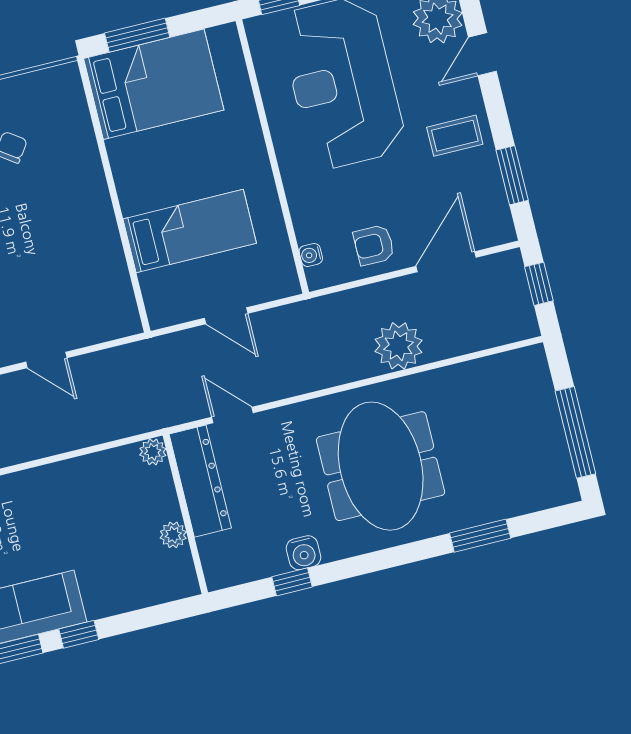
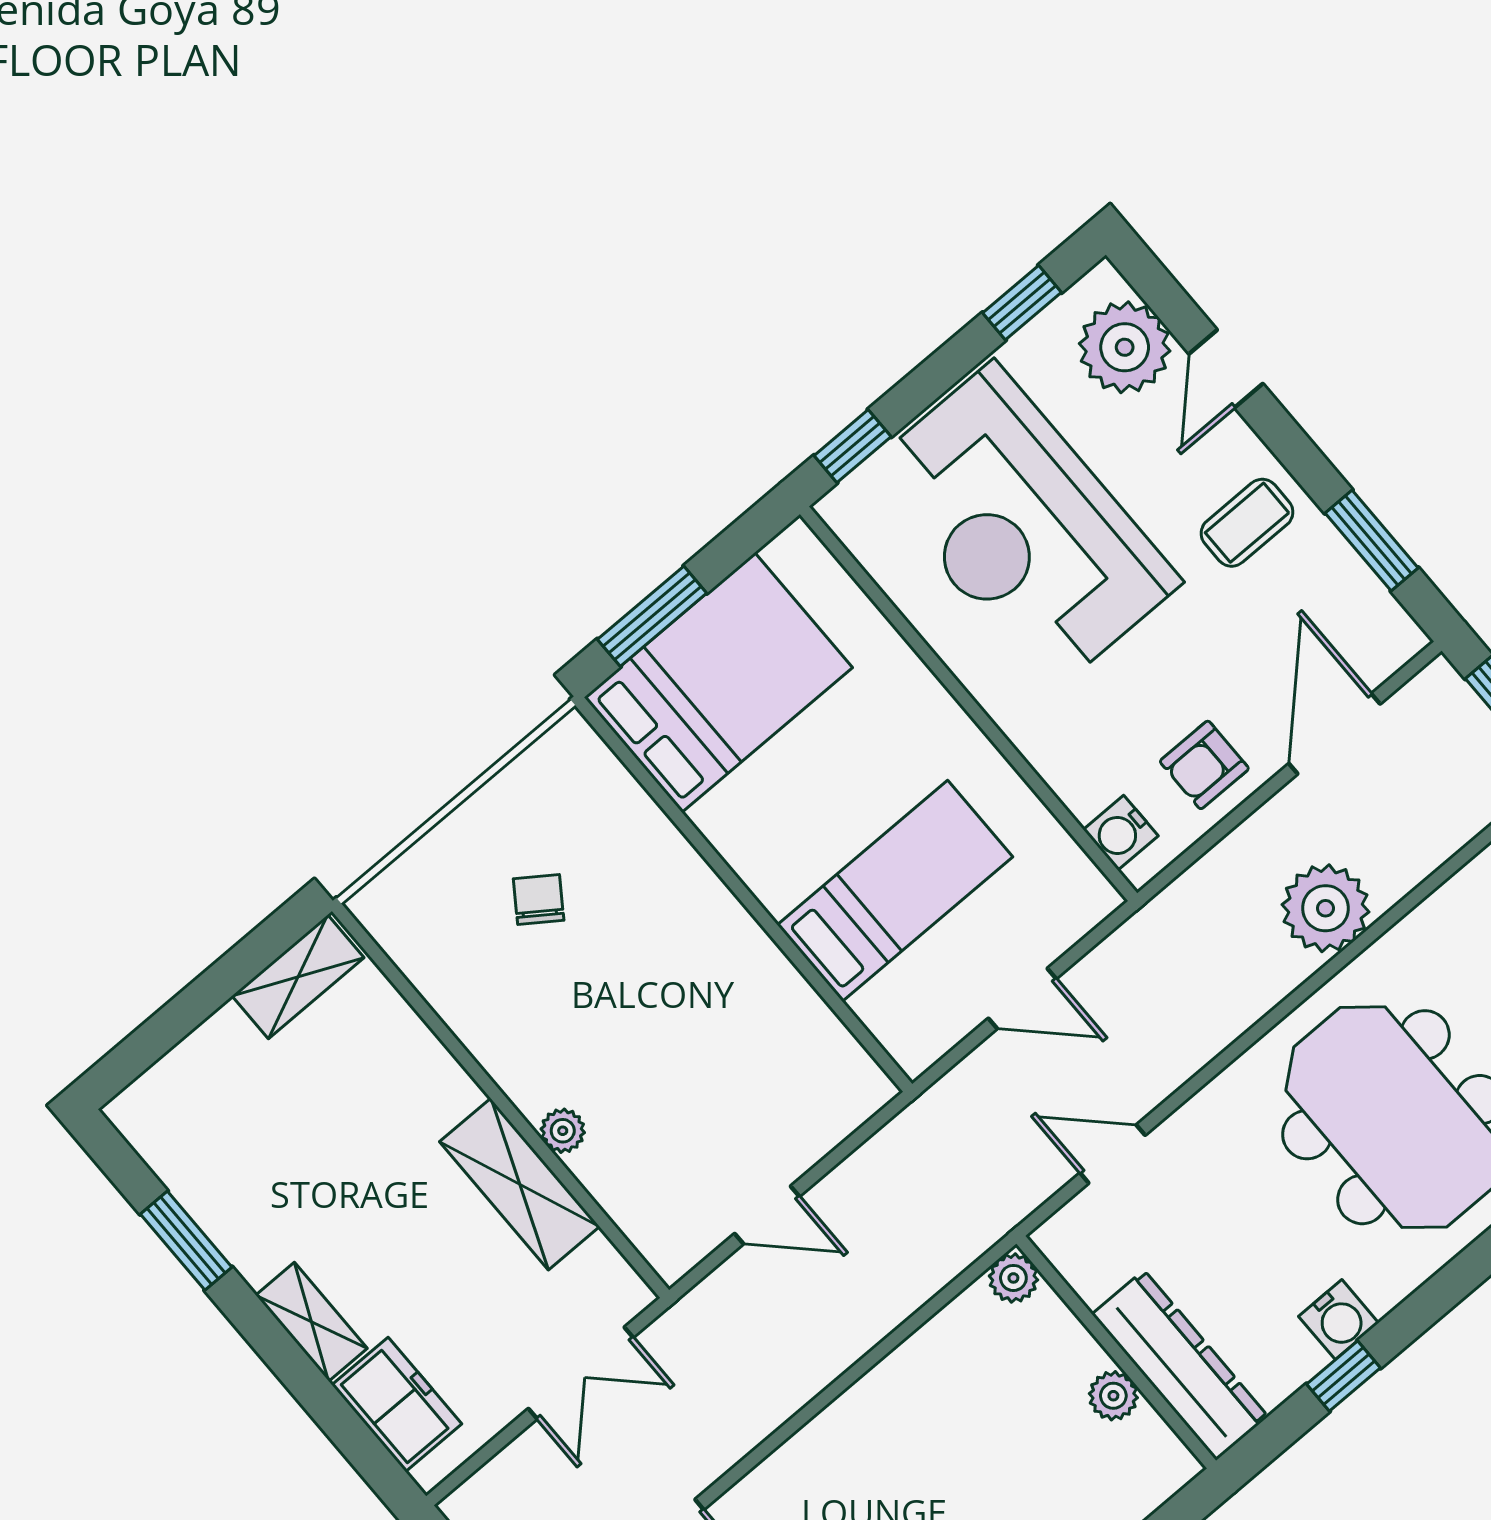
water cooler: (311, 255) -> (1121, 833), width x1.38, depth x1.38
dresser: (200, 481) -> (1180, 1365), moved

